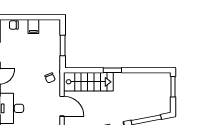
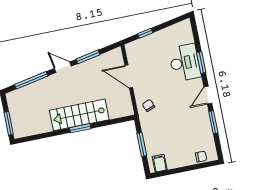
filing cabinet: (33, 26) -> (160, 163), moved
stairs: (88, 82) -> (79, 115), moved

